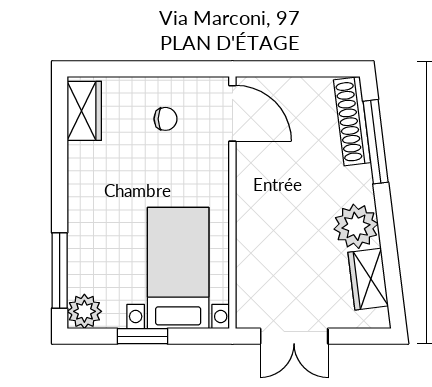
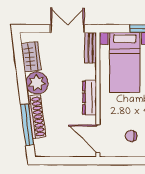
shoe rack: (352, 121) -> (37, 117), moved
dresser: (249, 196) -> (90, 98), added
bench: (247, 298) -> (91, 48), added

